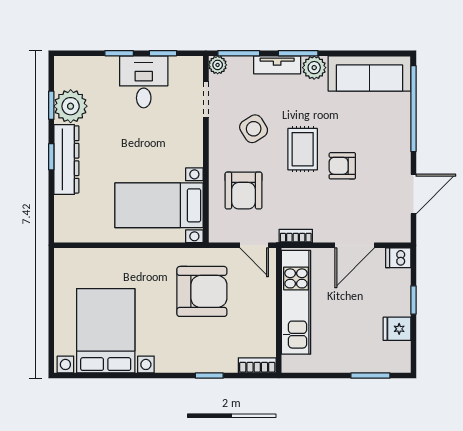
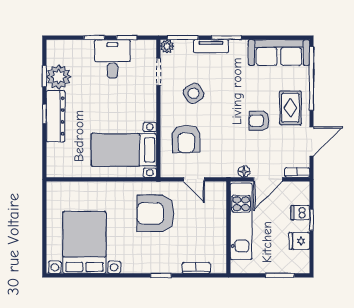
plant: (314, 68) -> (238, 48), removed
rug: (303, 149) -> (290, 108), moved
floor lamp: (322, 235) -> (244, 172), added
bookcase: (296, 236) -> (297, 172), moved
dishwasher: (398, 258) -> (300, 213), moved
armchair: (202, 291) -> (155, 213), turned 180
kitchen unit: (296, 302) -> (241, 221), moved
wall: (279, 310) -> (228, 227), moved

